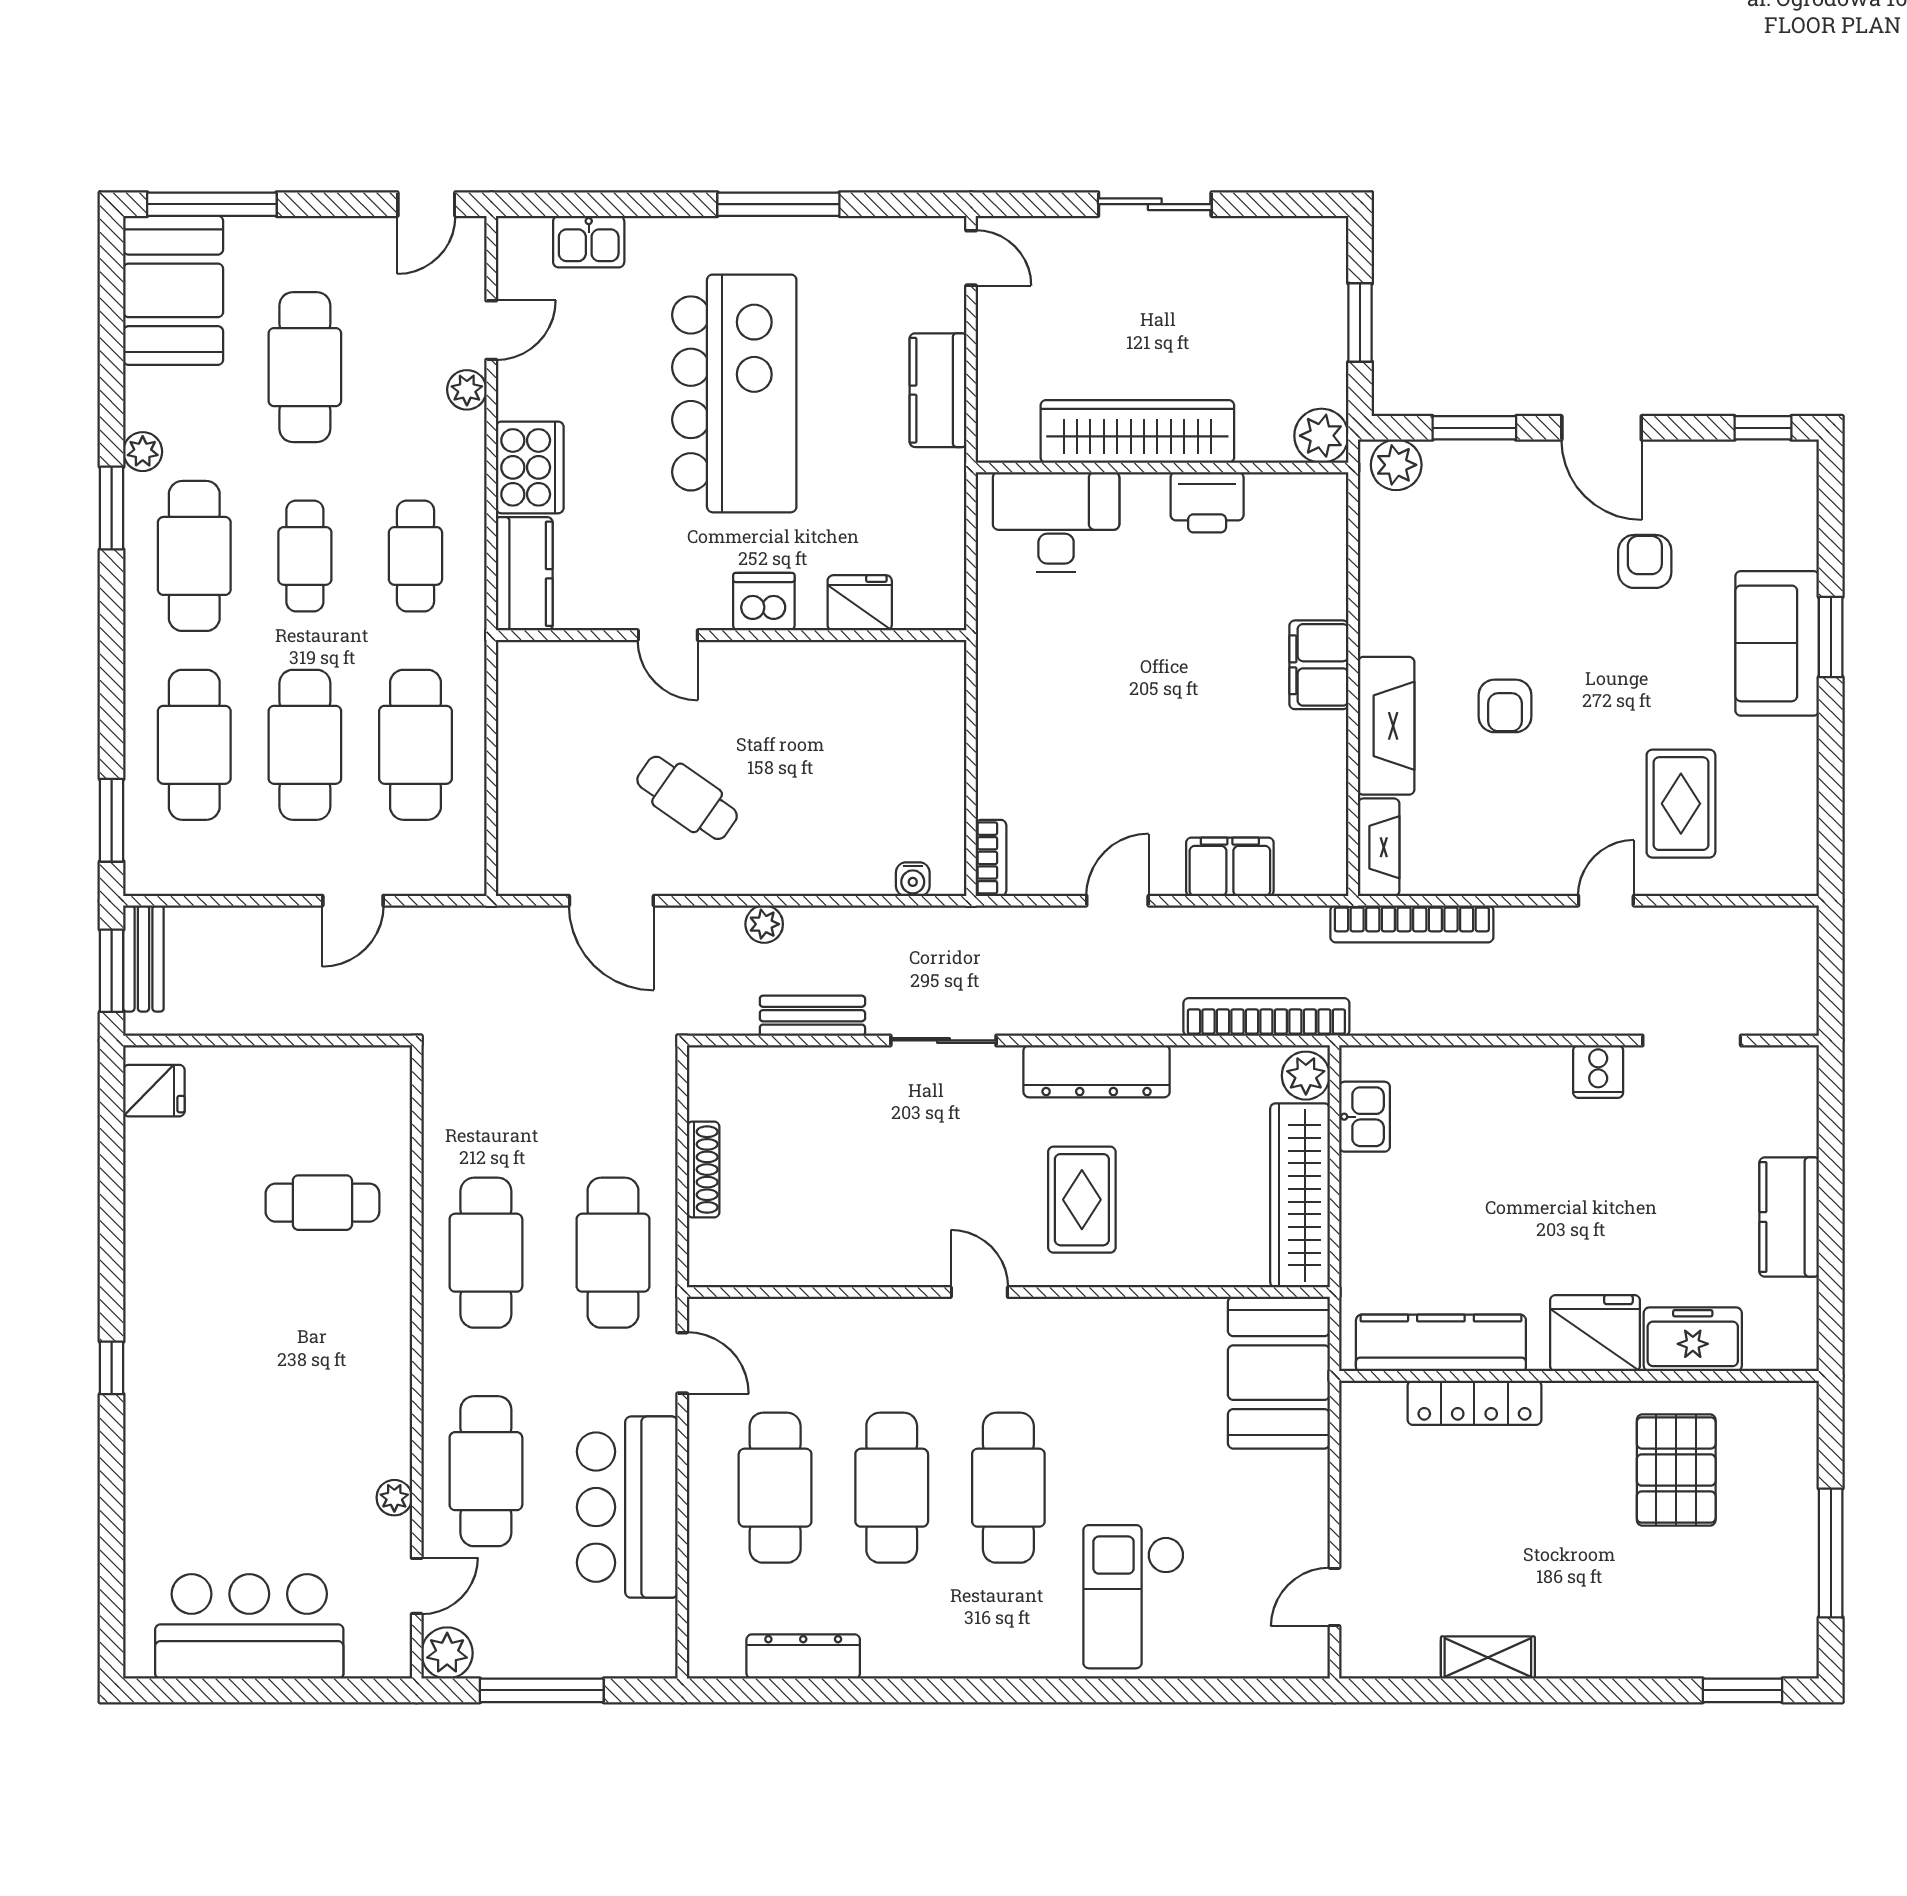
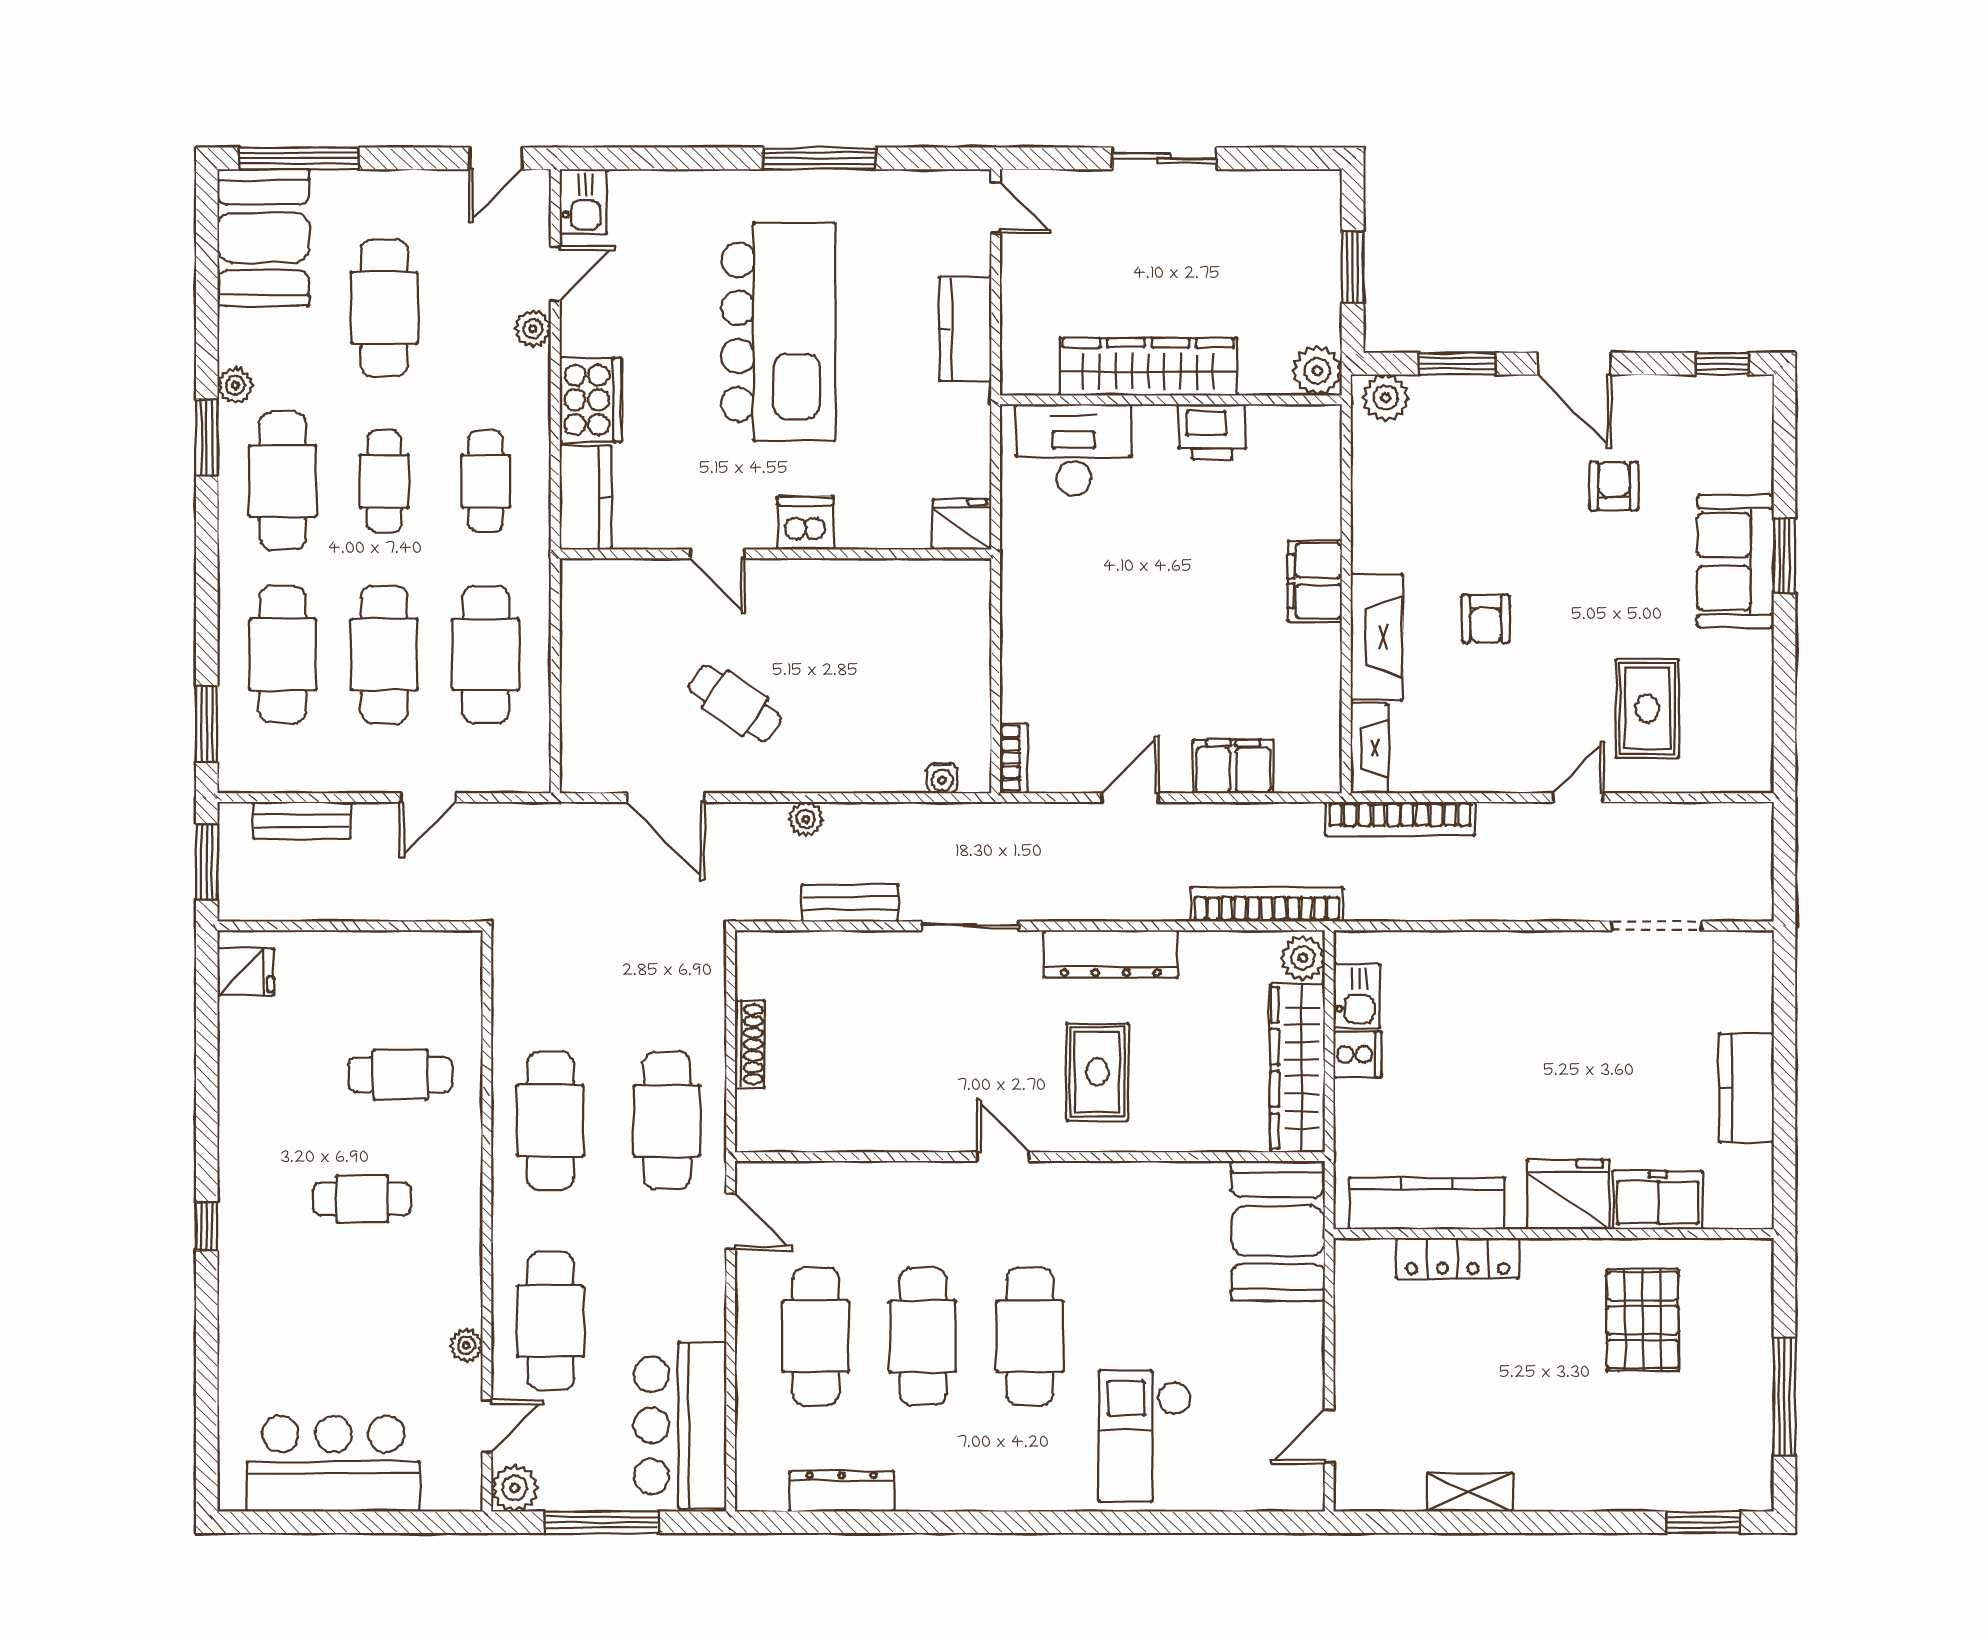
kitchen sink: (589, 242) -> (583, 202), moved, turned -90
fridge: (860, 603) -> (962, 524), moved
bench: (143, 958) -> (302, 820), moved, turned 90
cooker: (1598, 1071) -> (1358, 1054), moved, turned -90
cafe table: (281, 1338) -> (362, 1199), added
bar counter: (627, 1507) -> (680, 1425), moved

